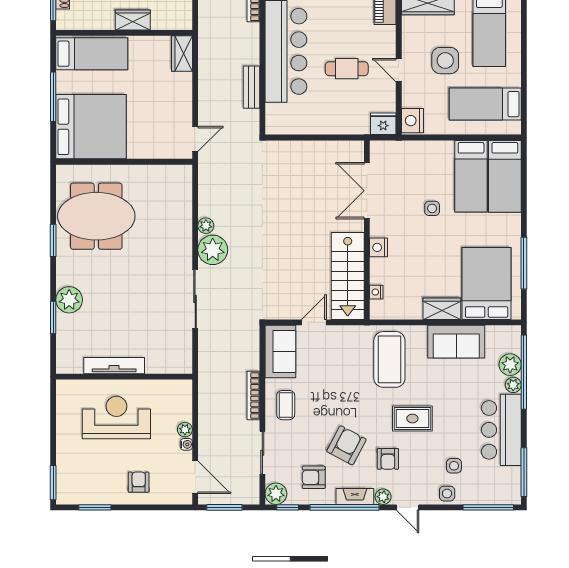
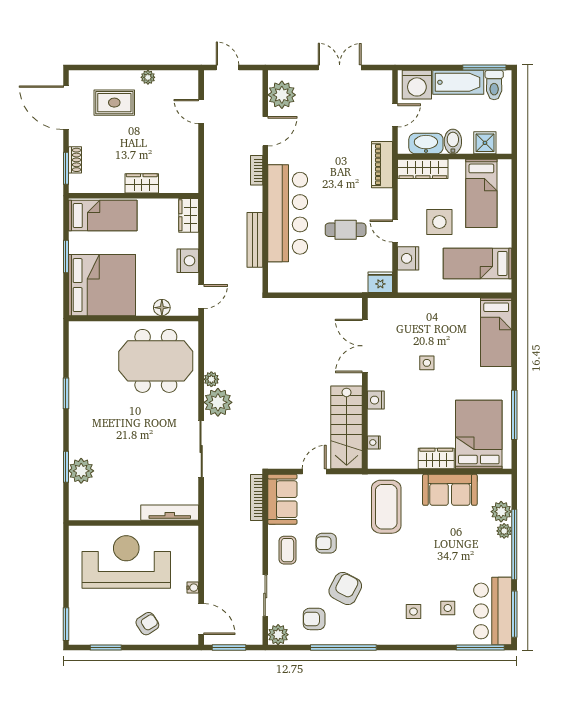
bench: (251, 87) -> (255, 240), width x1.36
window: (53, 97) -> (66, 257), width x0.69
nightstand: (181, 101) -> (188, 261), added
nightstand: (412, 121) -> (408, 258), moved
floor lamp: (154, 150) -> (162, 308), added
bed: (471, 176) -> (464, 332), removed
meeting table: (96, 216) -> (156, 361), moved
plant: (69, 300) -> (81, 471), moved
tv unit: (114, 366) -> (170, 513), moved
window: (524, 372) -> (514, 544), moved
bookcase: (253, 396) -> (257, 497), moved
reception desk: (116, 417) -> (126, 562), width x1.36, depth x1.30
rug: (412, 419) -> (408, 563), removed
plant: (185, 430) -> (191, 573), removed
bar counter: (501, 430) -> (493, 611), moved
armchair: (388, 459) -> (326, 543), moved, turned 90
armchair: (139, 482) -> (147, 624), turned 57
side table: (447, 494) -> (413, 612), moved
fireplace: (355, 496) -> (353, 637), removed
plant: (383, 497) -> (380, 637), removed
window: (288, 507) -> (289, 648), removed
door: (408, 507) -> (404, 648), removed

